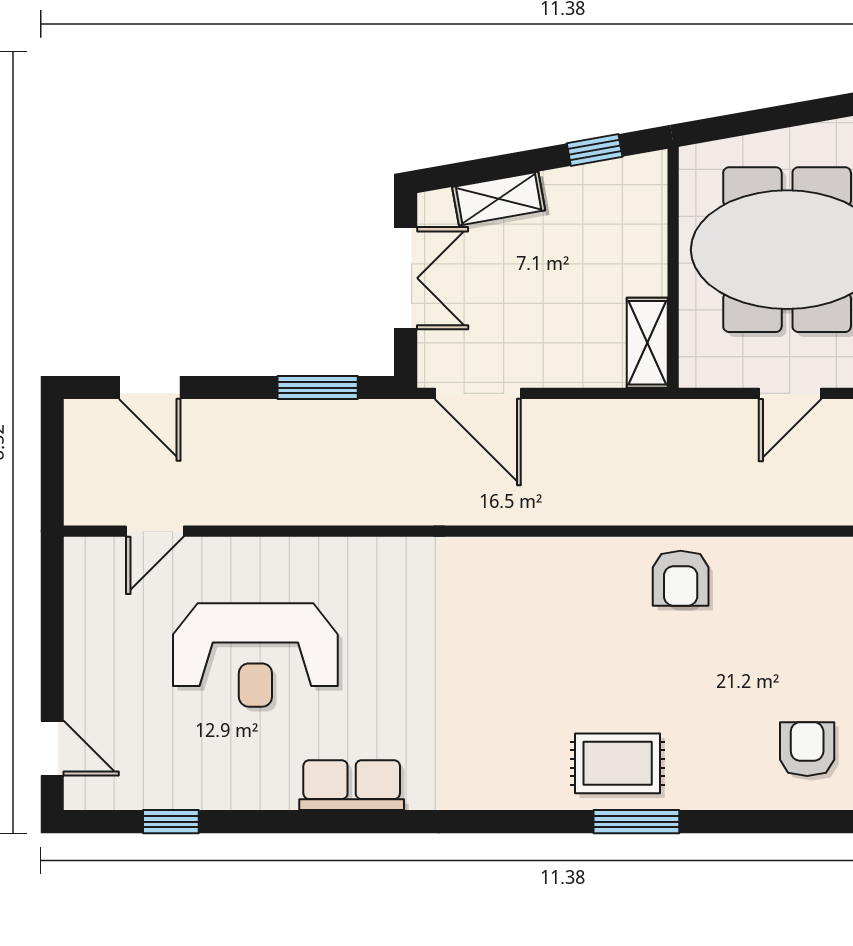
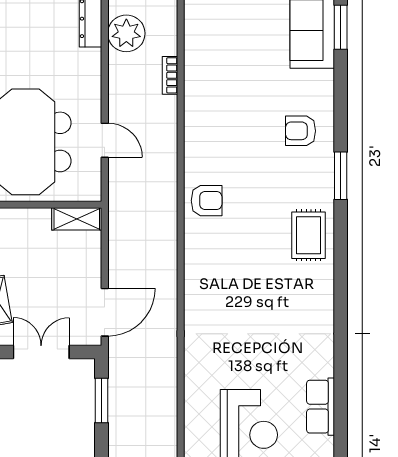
row of seats: (352, 785) -> (321, 407), moved
window: (636, 822) -> (341, 176), moved

